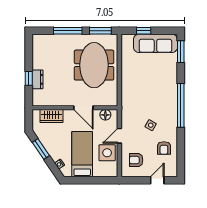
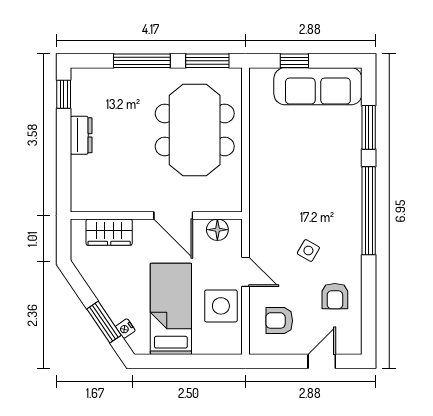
window: (181, 52) -> (369, 127), moved
window: (29, 78) -> (64, 94), moved
dresser: (37, 79) -> (81, 135), moved
door: (119, 136) -> (246, 272), swing flipped
window: (41, 149) -> (104, 322), moved

